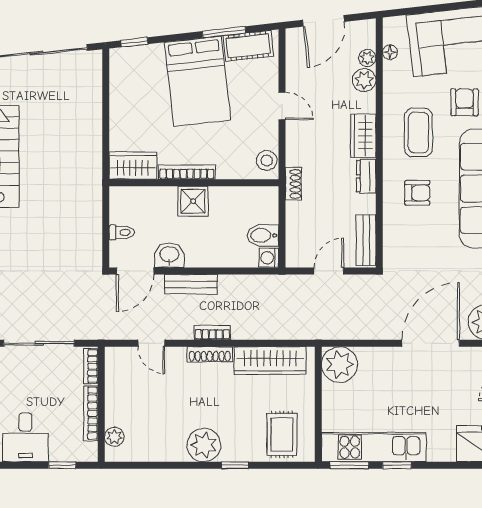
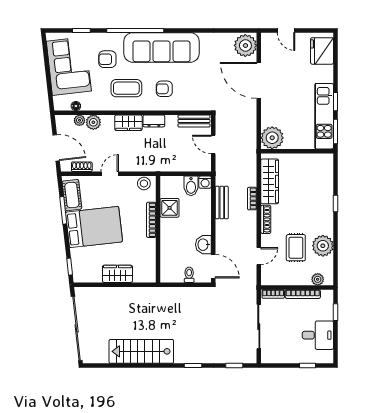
wardrobe: (133, 166) -> (117, 274), moved, turned 90
bookcase: (187, 172) -> (151, 220), moved
shoe rack: (293, 184) -> (82, 167), moved
armchair: (417, 193) -> (164, 89), turned -90
shower: (193, 201) -> (170, 208), moved
bench: (191, 284) -> (222, 203), moved
bookcase: (212, 333) -> (252, 199), moved
rug: (282, 434) -> (296, 248), moved, turned 90
plant: (204, 445) -> (323, 246), moved

